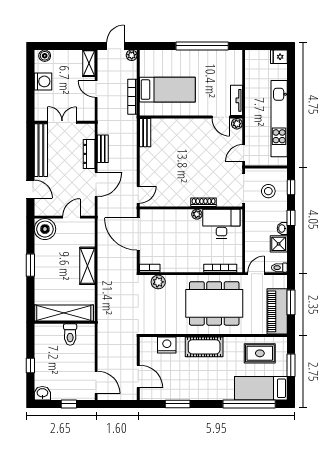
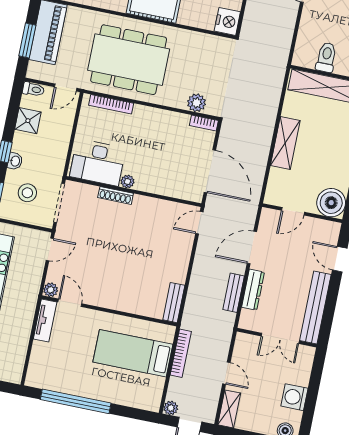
washbasin: (282, 228) -> (15, 161), moved
nightstand: (167, 345) -> (227, 21), moved, turned -90

